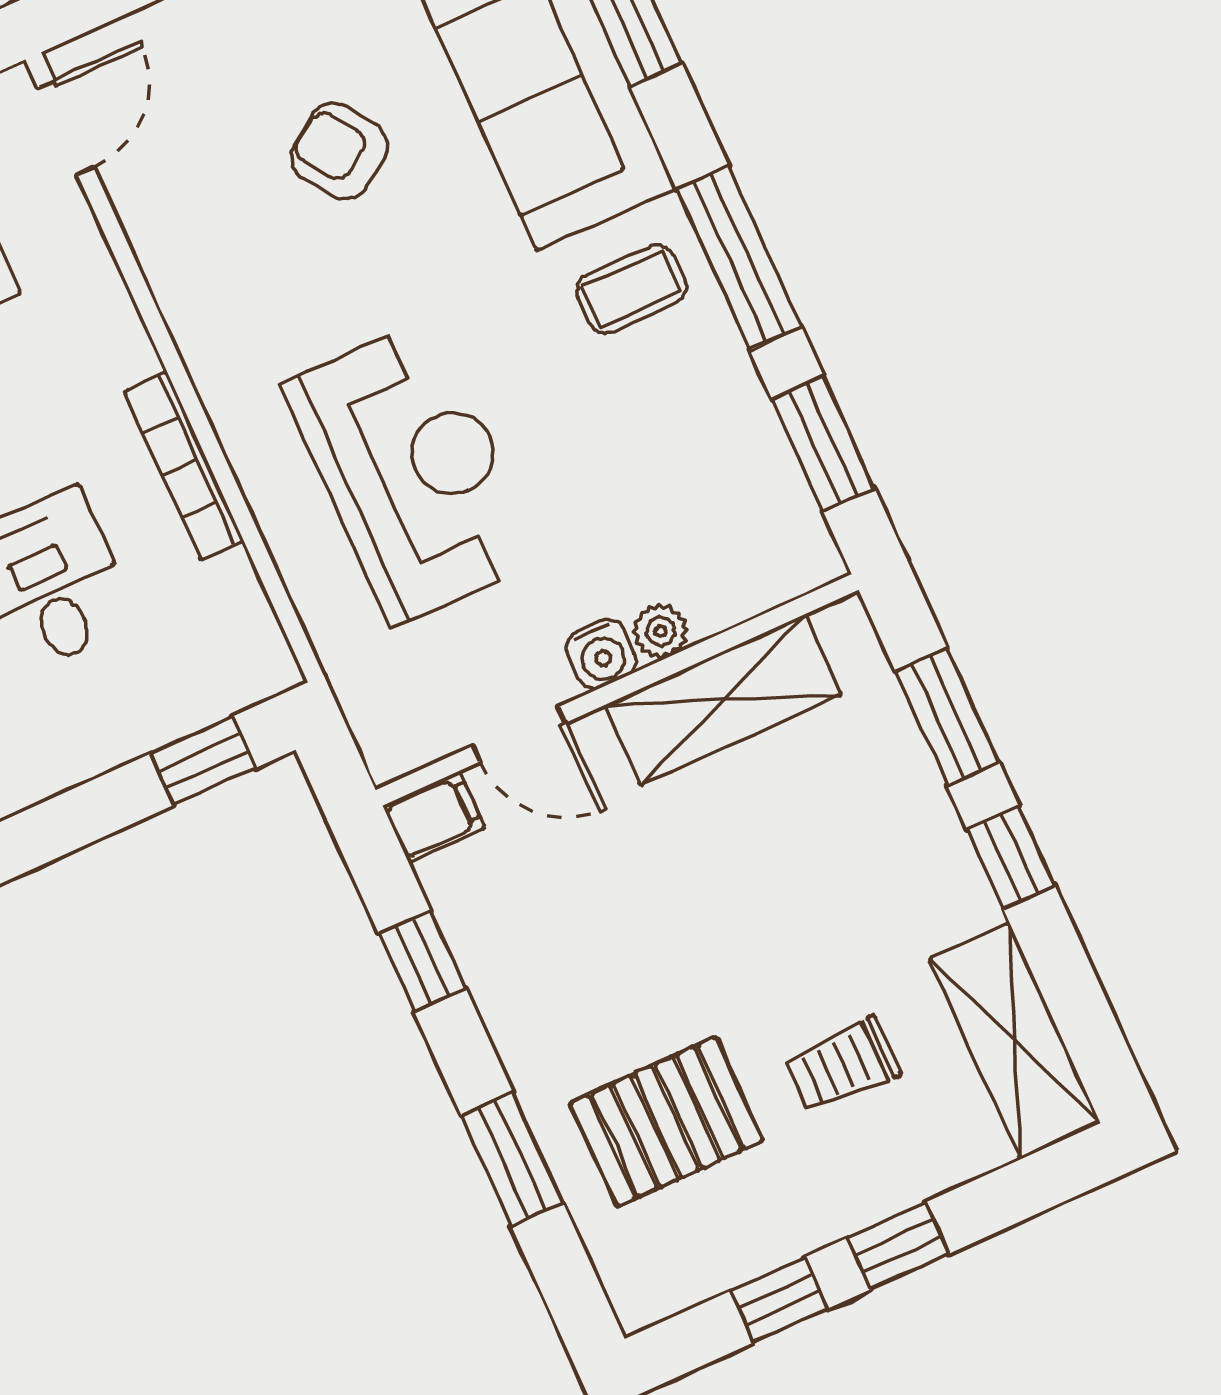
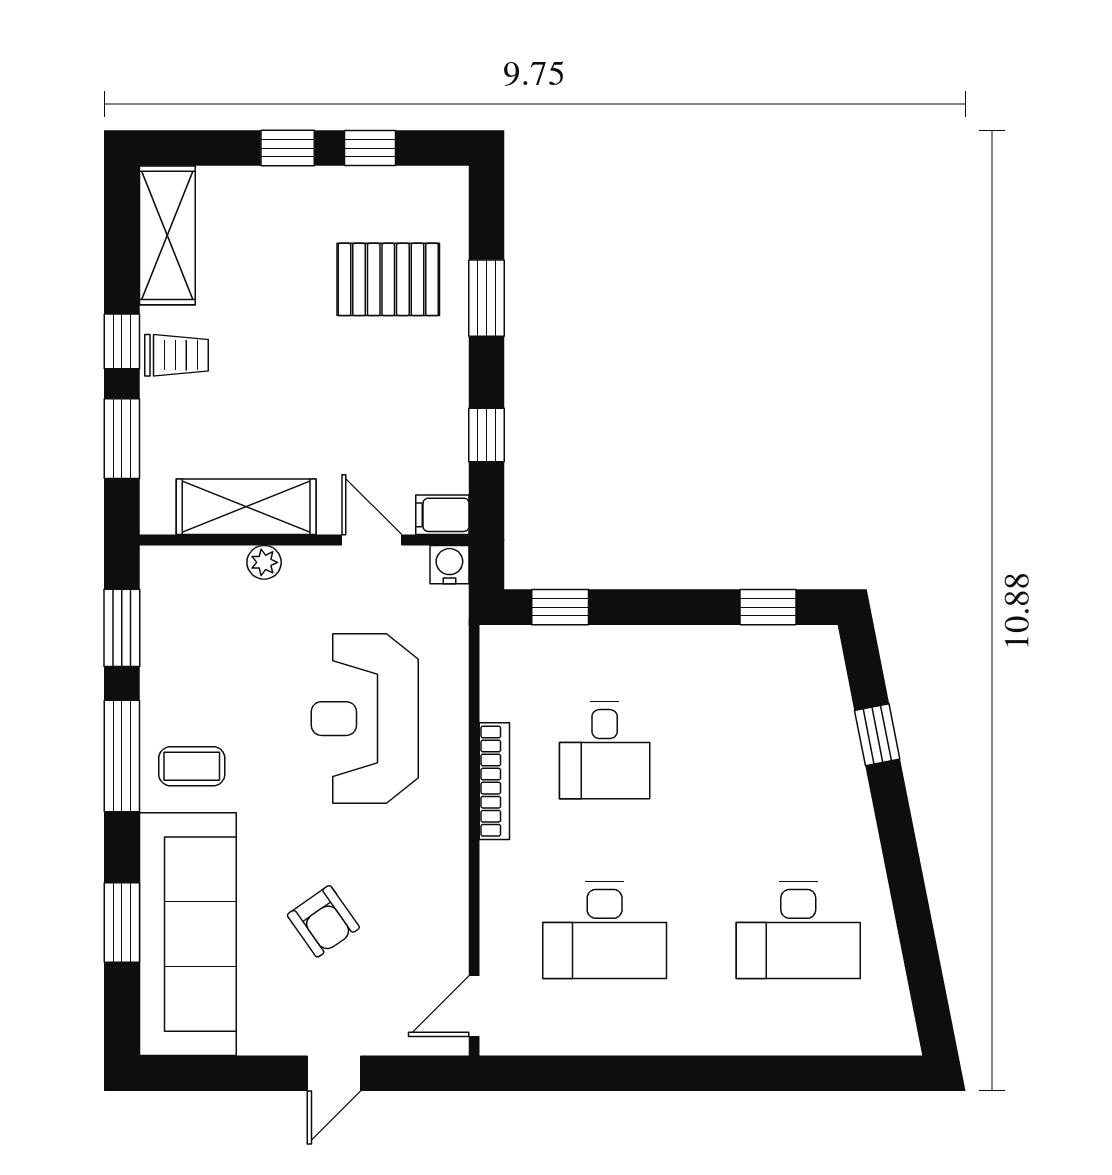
water cooler: (601, 654) -> (449, 565), moved
trolley: (842, 1065) -> (176, 355), moved

